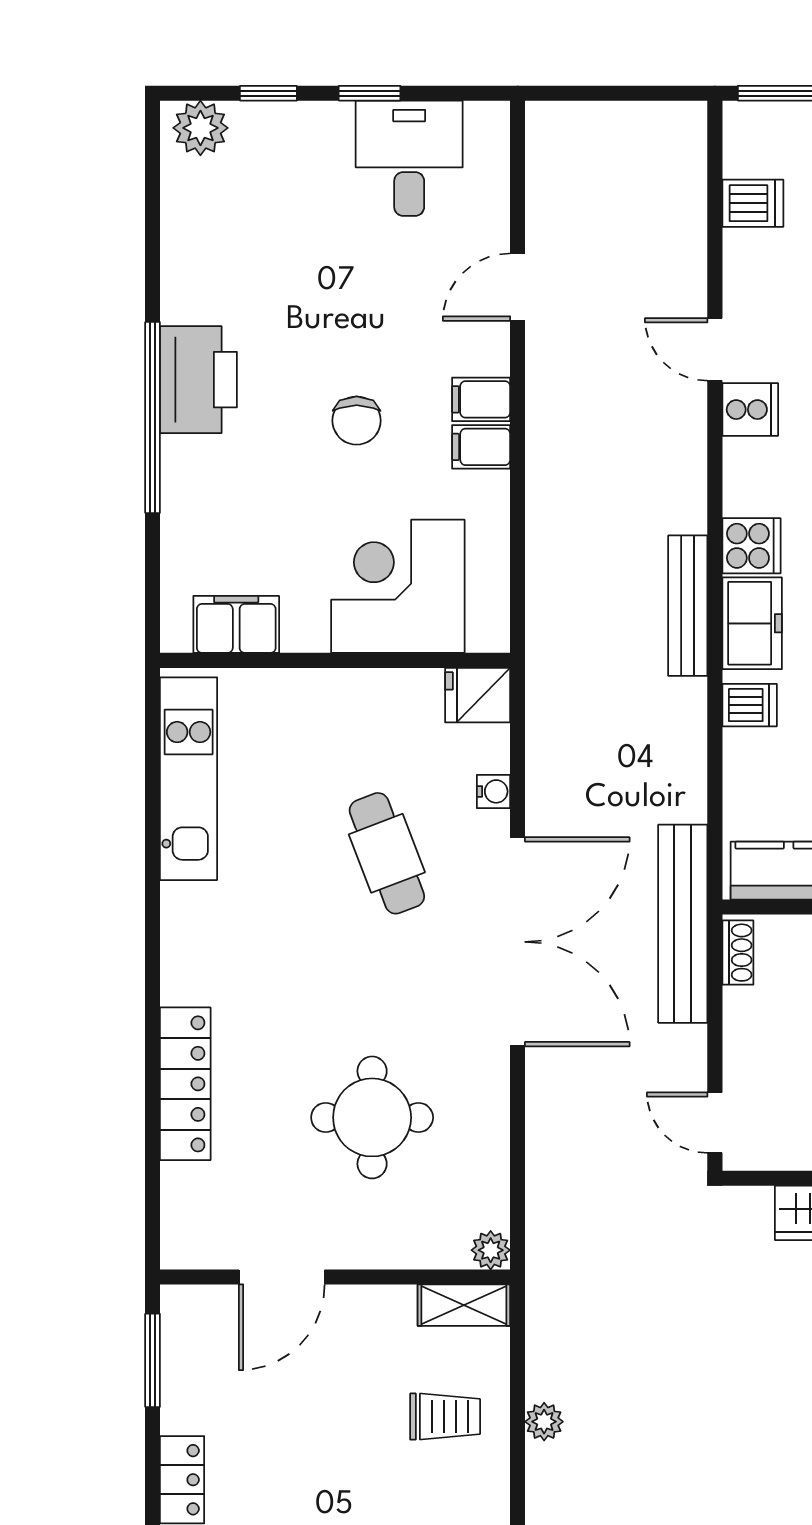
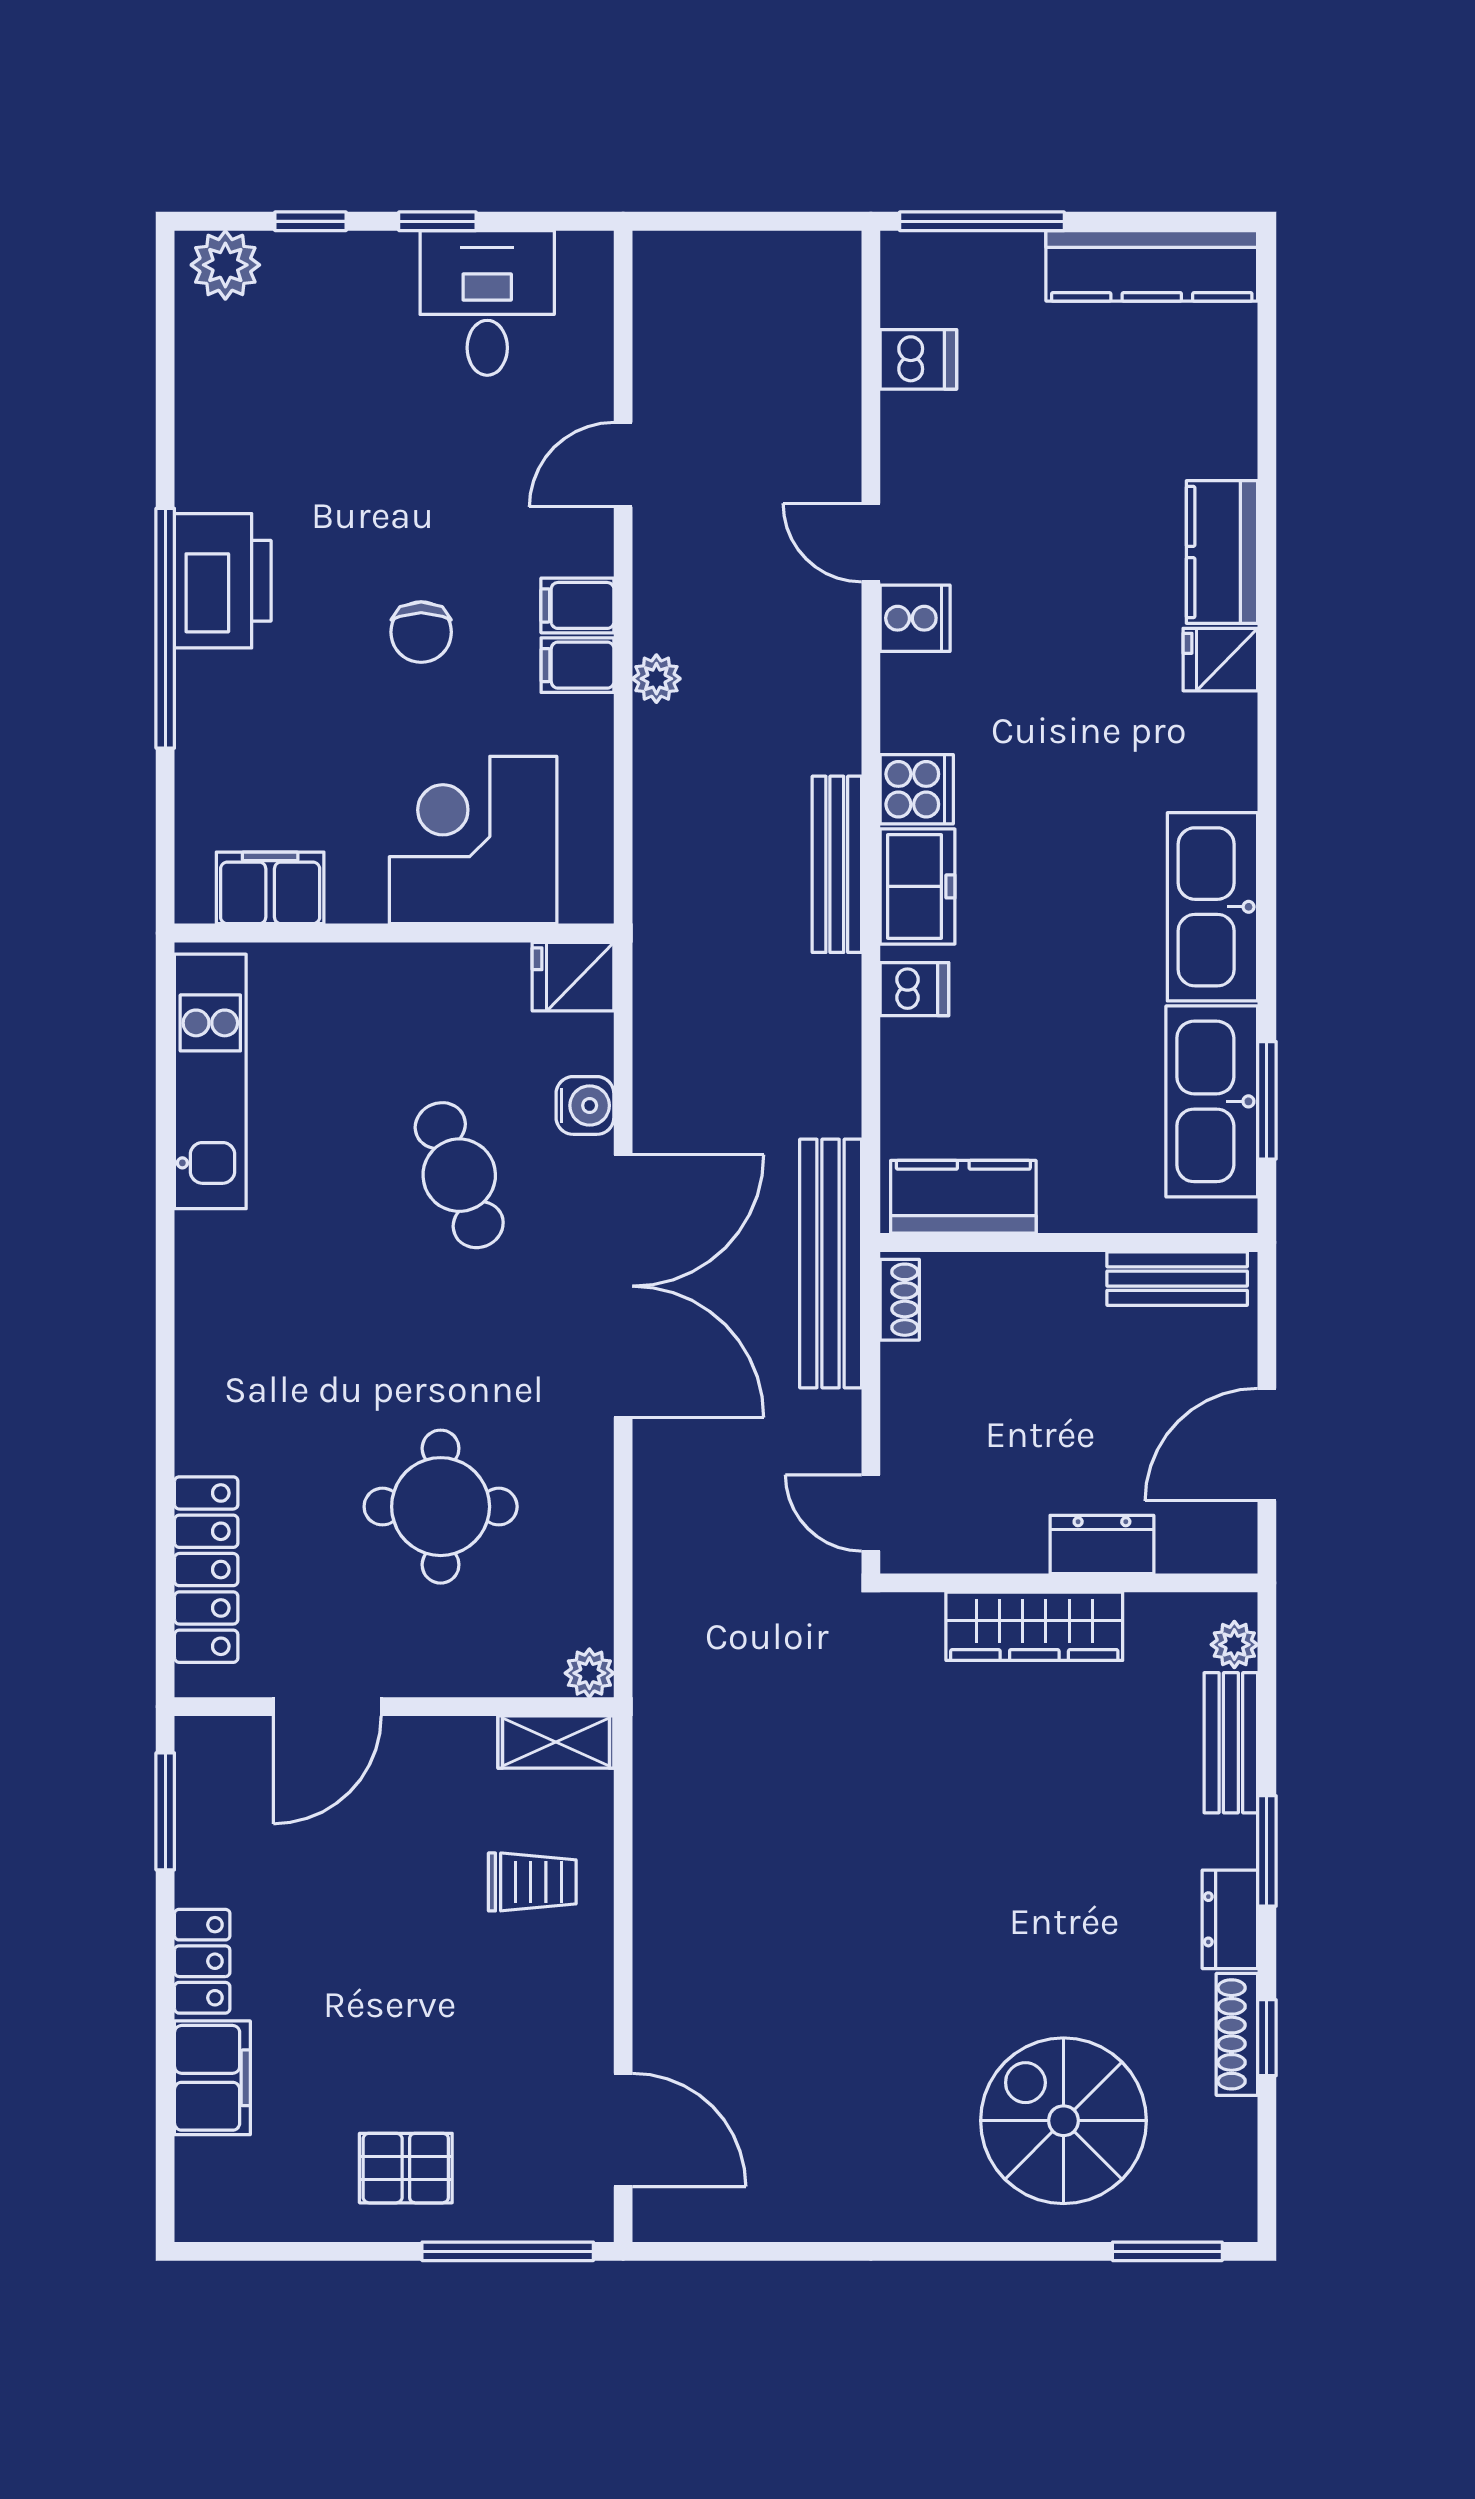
water cooler: (493, 791) -> (585, 1105), width x1.38, depth x1.38
locker: (185, 1084) -> (206, 1570), moved
plant: (544, 1422) -> (656, 679), moved

